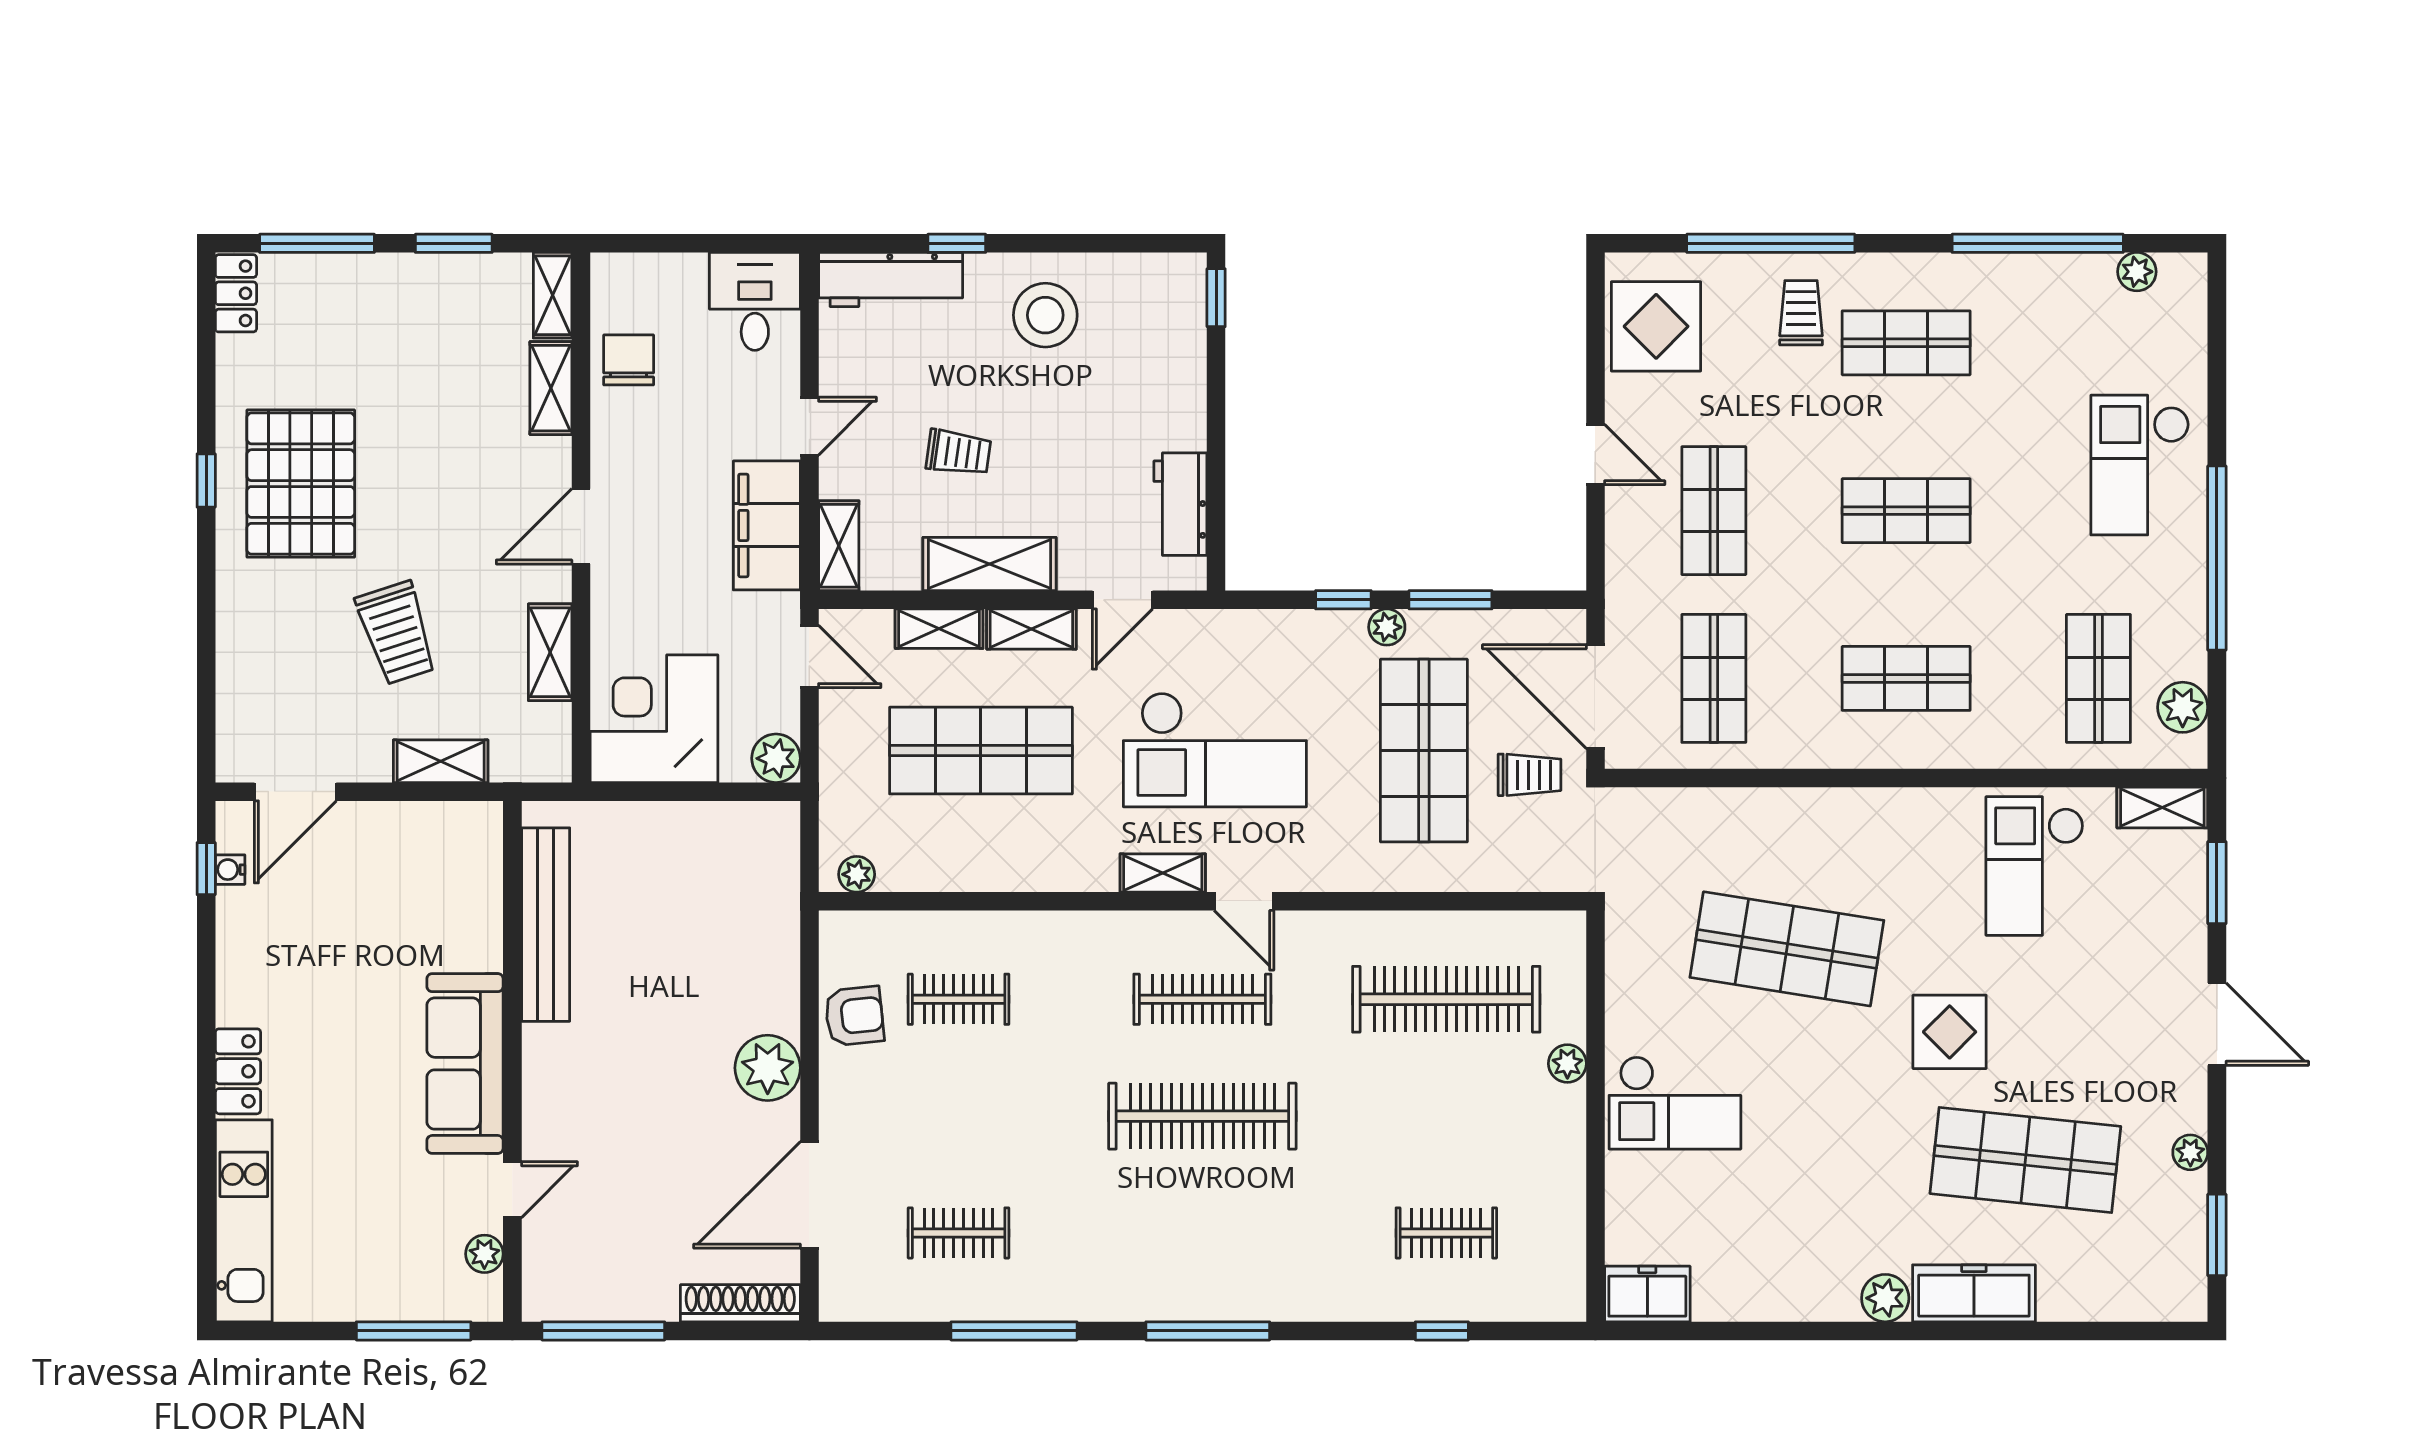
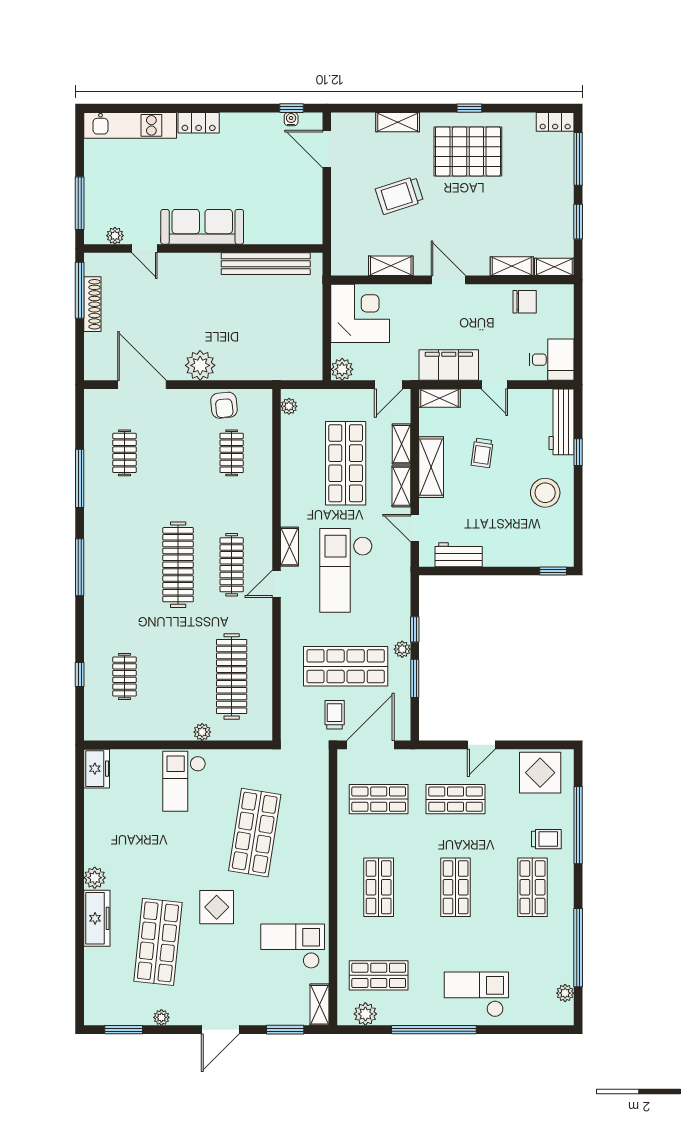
shelving: (441, 761) -> (398, 122), moved, turned 90
trolley: (1530, 775) -> (335, 715), turned 180
shoe rack: (740, 1303) -> (92, 304), moved

